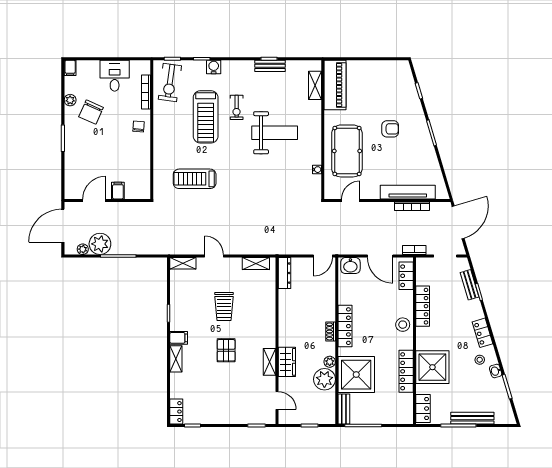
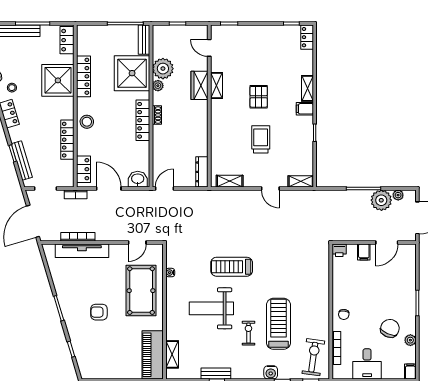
treadmill: (195, 179) -> (232, 267), moved, turned 180
printer: (143, 193) -> (339, 250), added
bench: (470, 285) -> (22, 160), width x1.36

